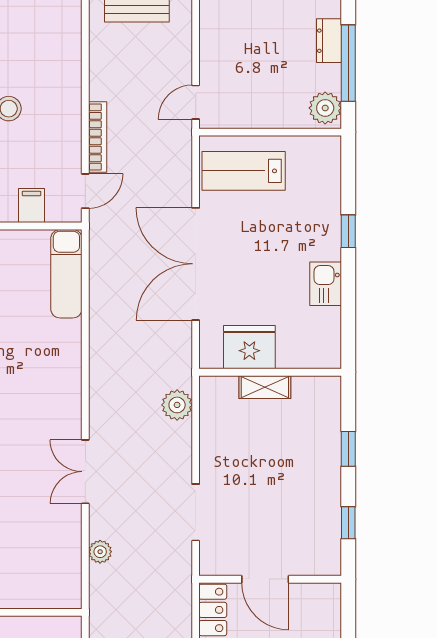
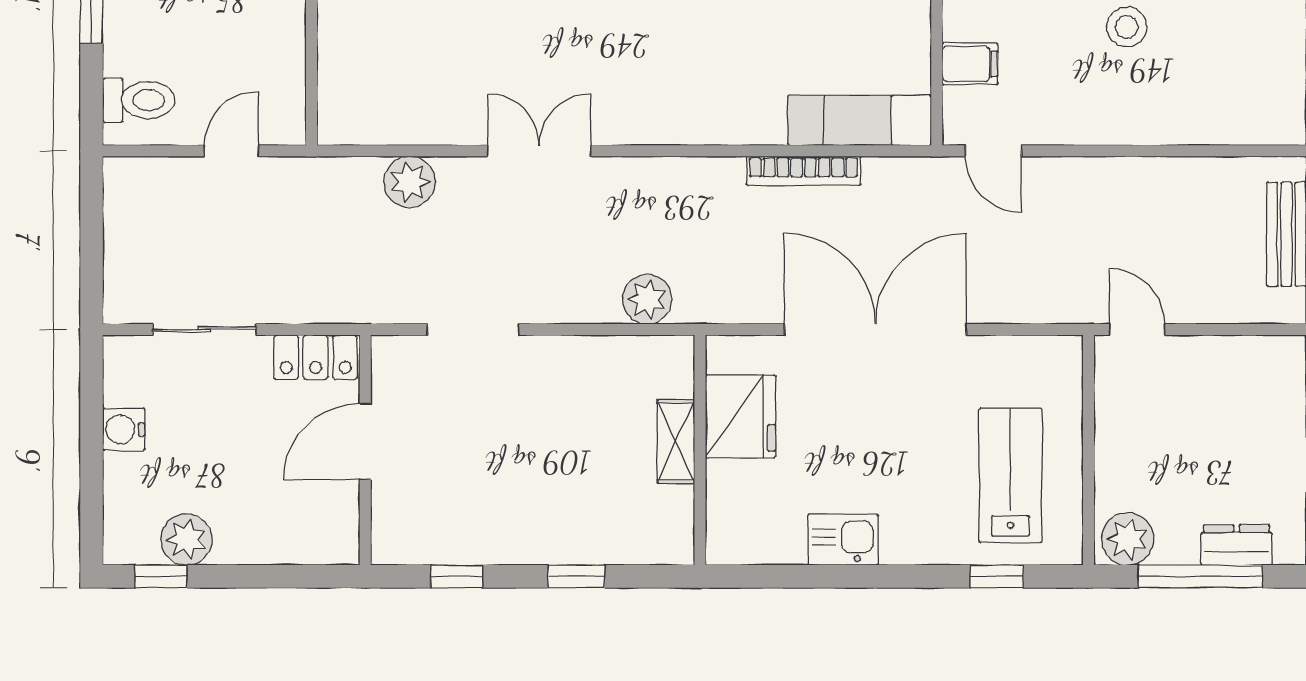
bookcase: (98, 137) -> (804, 171), moved
lab bench: (244, 171) -> (1010, 475), moved
window: (348, 231) -> (997, 576), moved
plant: (100, 552) -> (410, 182), width x1.38, depth x1.38

